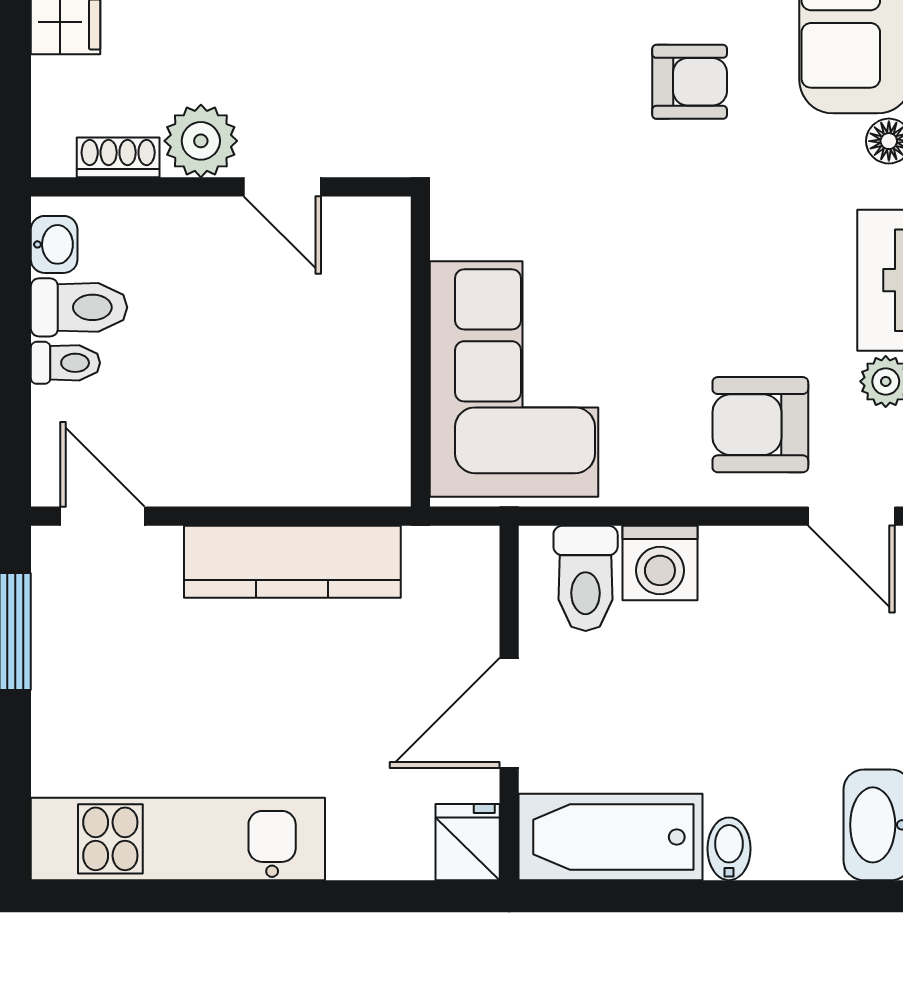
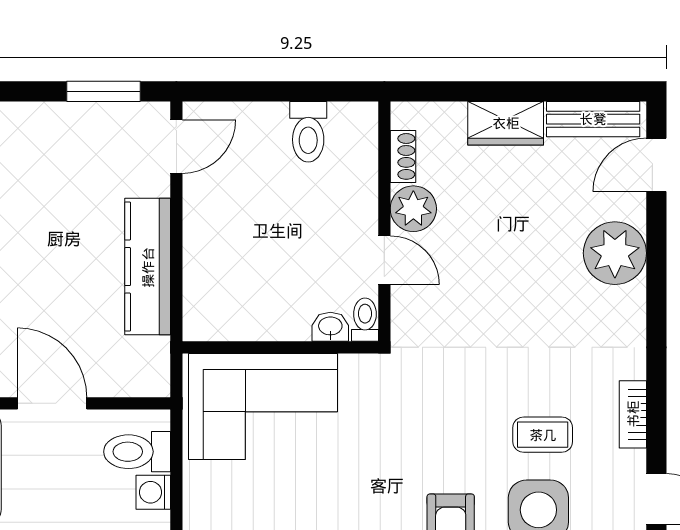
door: (282, 187) -> (384, 260), swing flipped
washbasin: (54, 244) -> (330, 327), moved, turned 180
toilet: (65, 363) -> (365, 320), moved, turned 180
washing machine: (660, 563) -> (153, 492), width x0.73, depth x0.73

